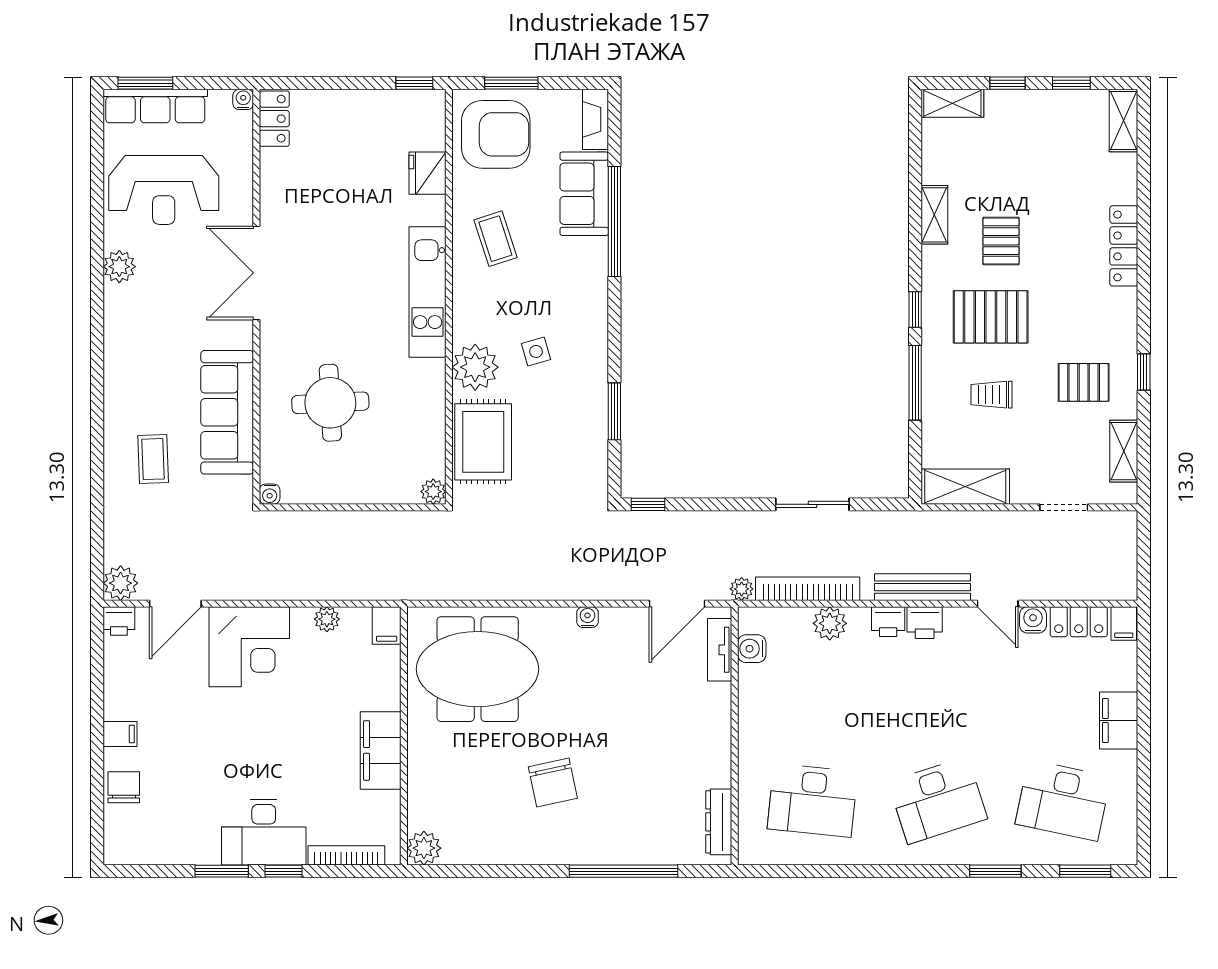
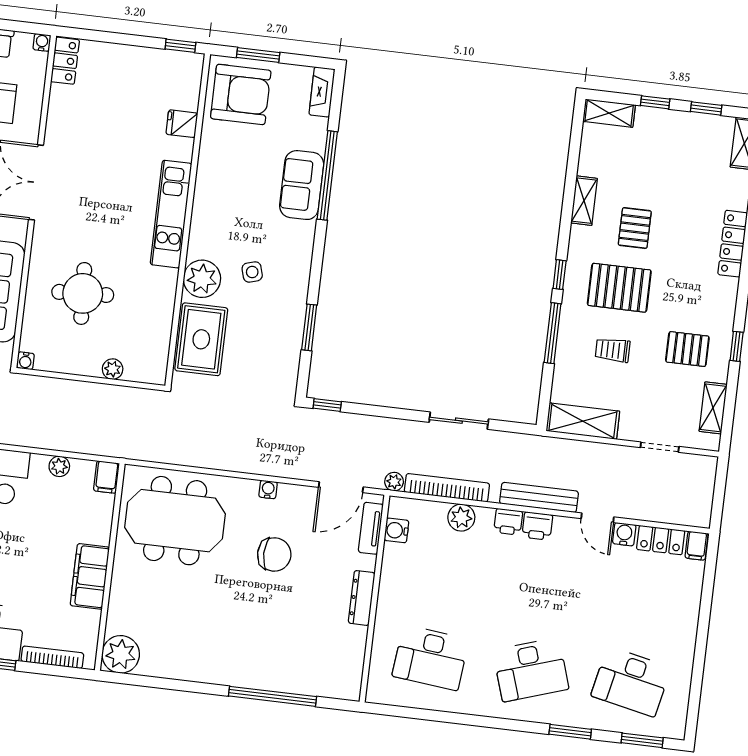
fridge: (428, 173) -> (182, 124), width x0.72
sofa: (584, 194) -> (302, 185), moved
coffee table: (495, 239) -> (230, 178), removed
plant: (433, 492) -> (113, 369), moved
filing cabinet: (1119, 721) -> (683, 623), removed
chair: (553, 782) -> (274, 554), moved, turned -78
dresser: (719, 822) -> (362, 598), moved
plant: (424, 848) -> (121, 654), width x1.36, depth x1.36

